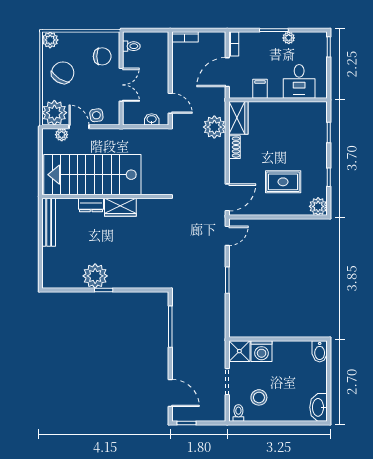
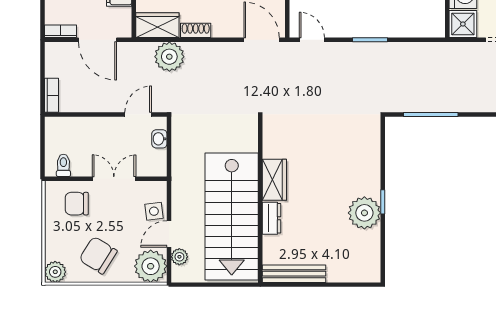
chair: (102, 56) -> (77, 204), turned -90

